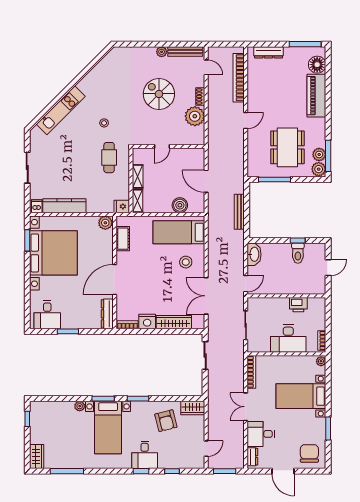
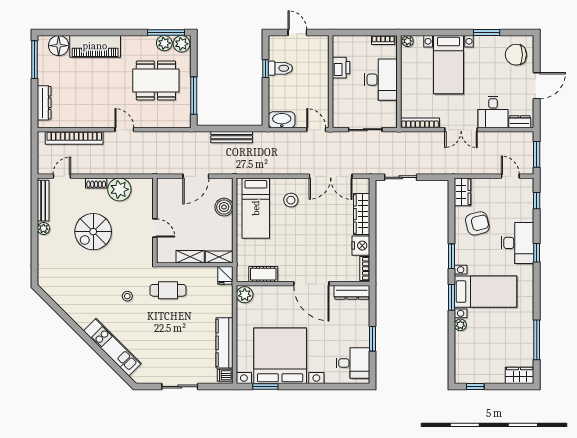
desk: (145, 455) -> (518, 243), width x1.37
window: (172, 471) -> (537, 201), moved

